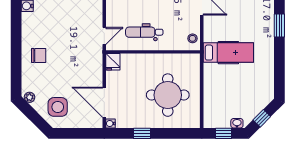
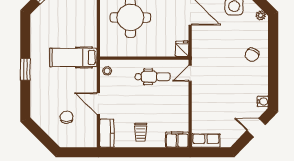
window: (279, 26) -> (25, 69), moved
chair: (39, 56) -> (252, 55), turned -65

